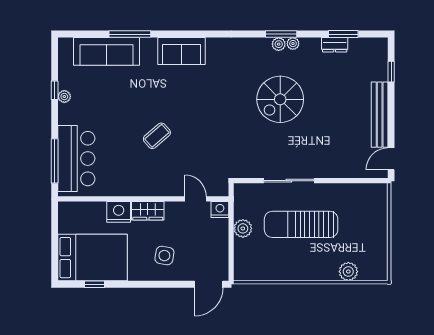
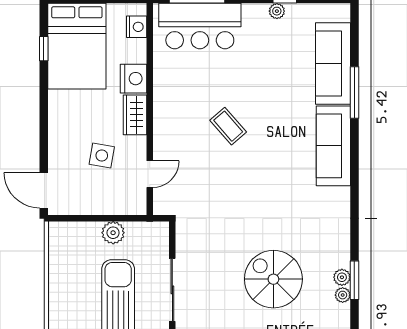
sofa: (181, 51) -> (333, 146), width x1.36
nightstand: (220, 209) -> (137, 27), moved
side table: (164, 256) -> (102, 155), moved

